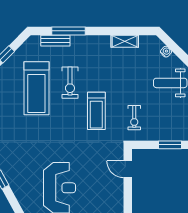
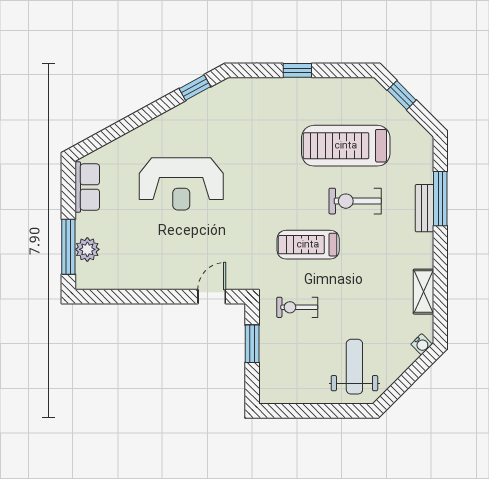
bench: (55, 41) -> (424, 208), moved
water cooler: (166, 52) -> (422, 344), moved
window: (170, 145) -> (252, 344), moved

